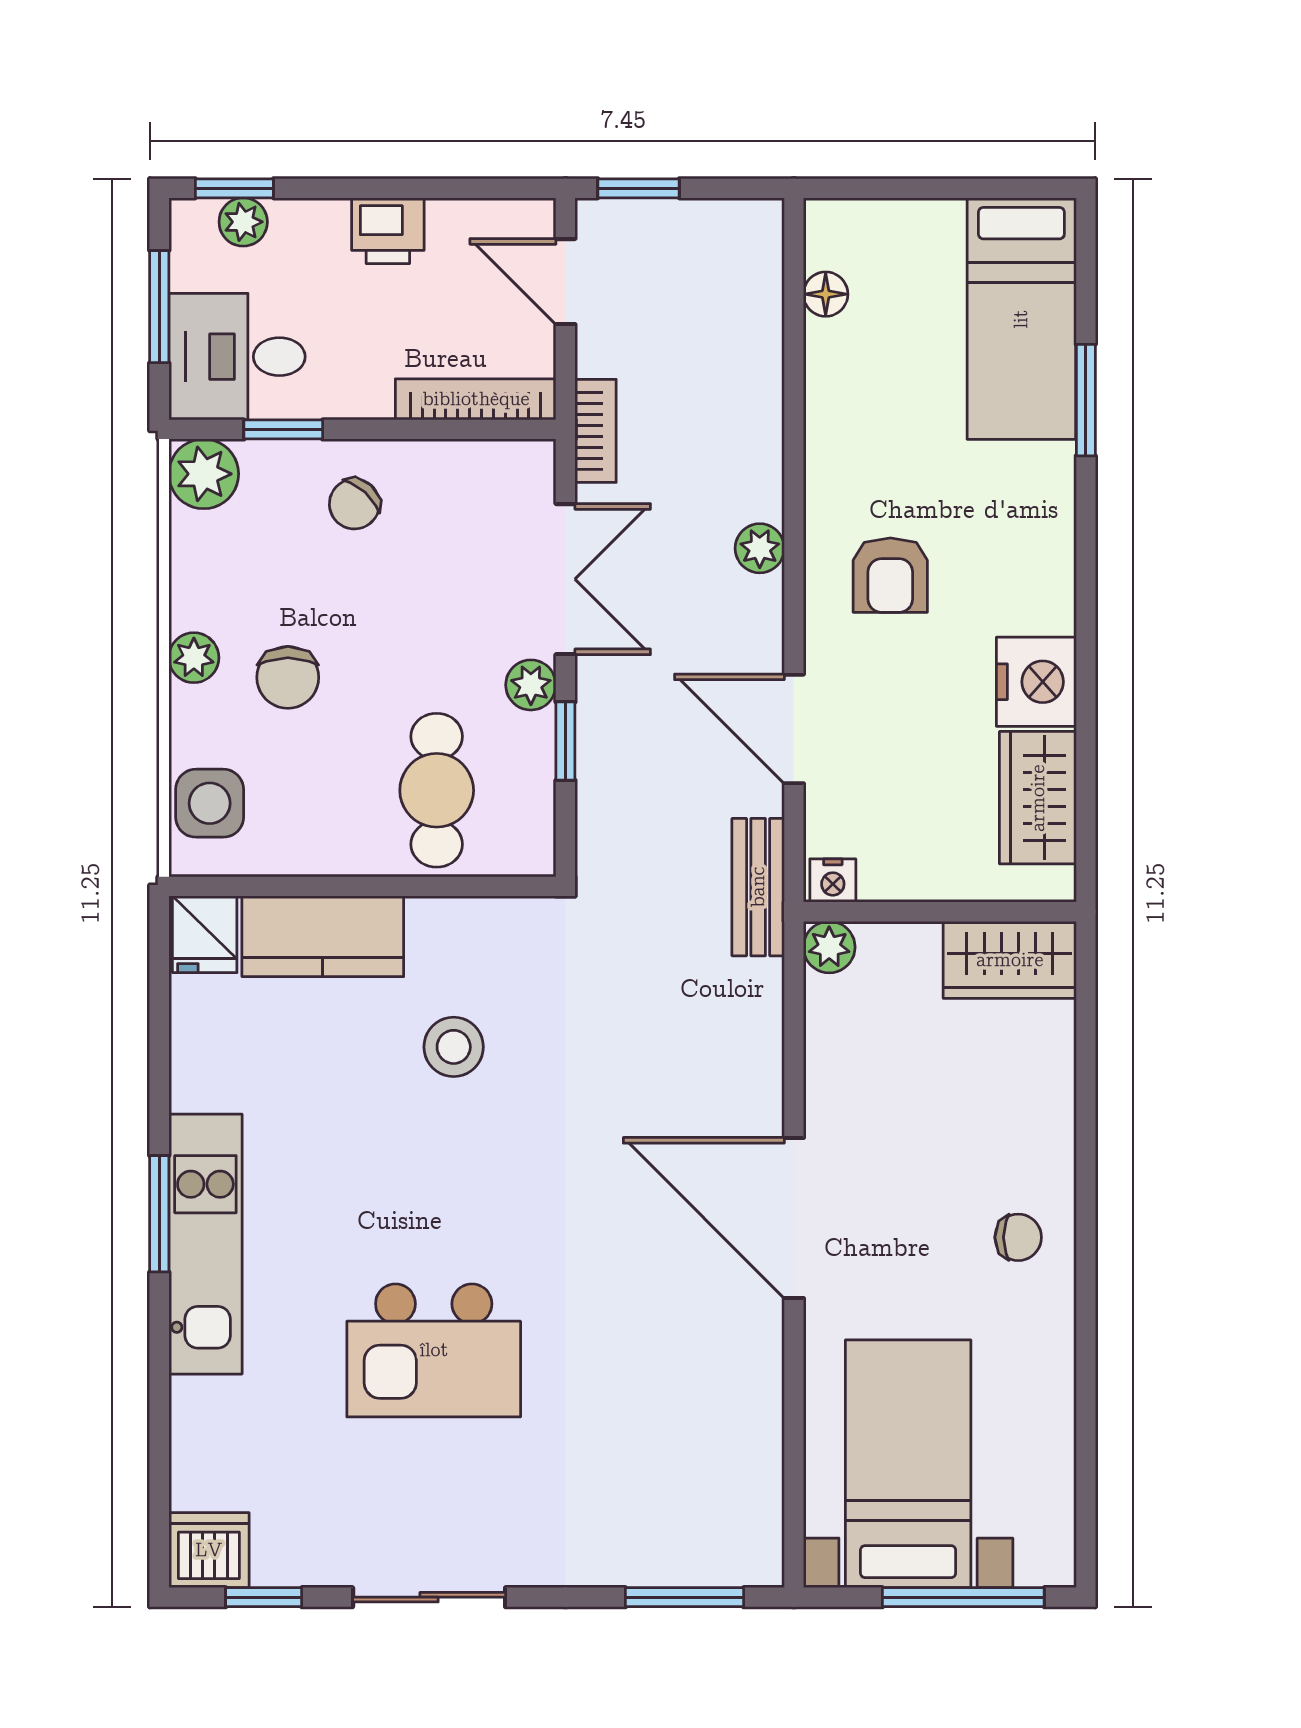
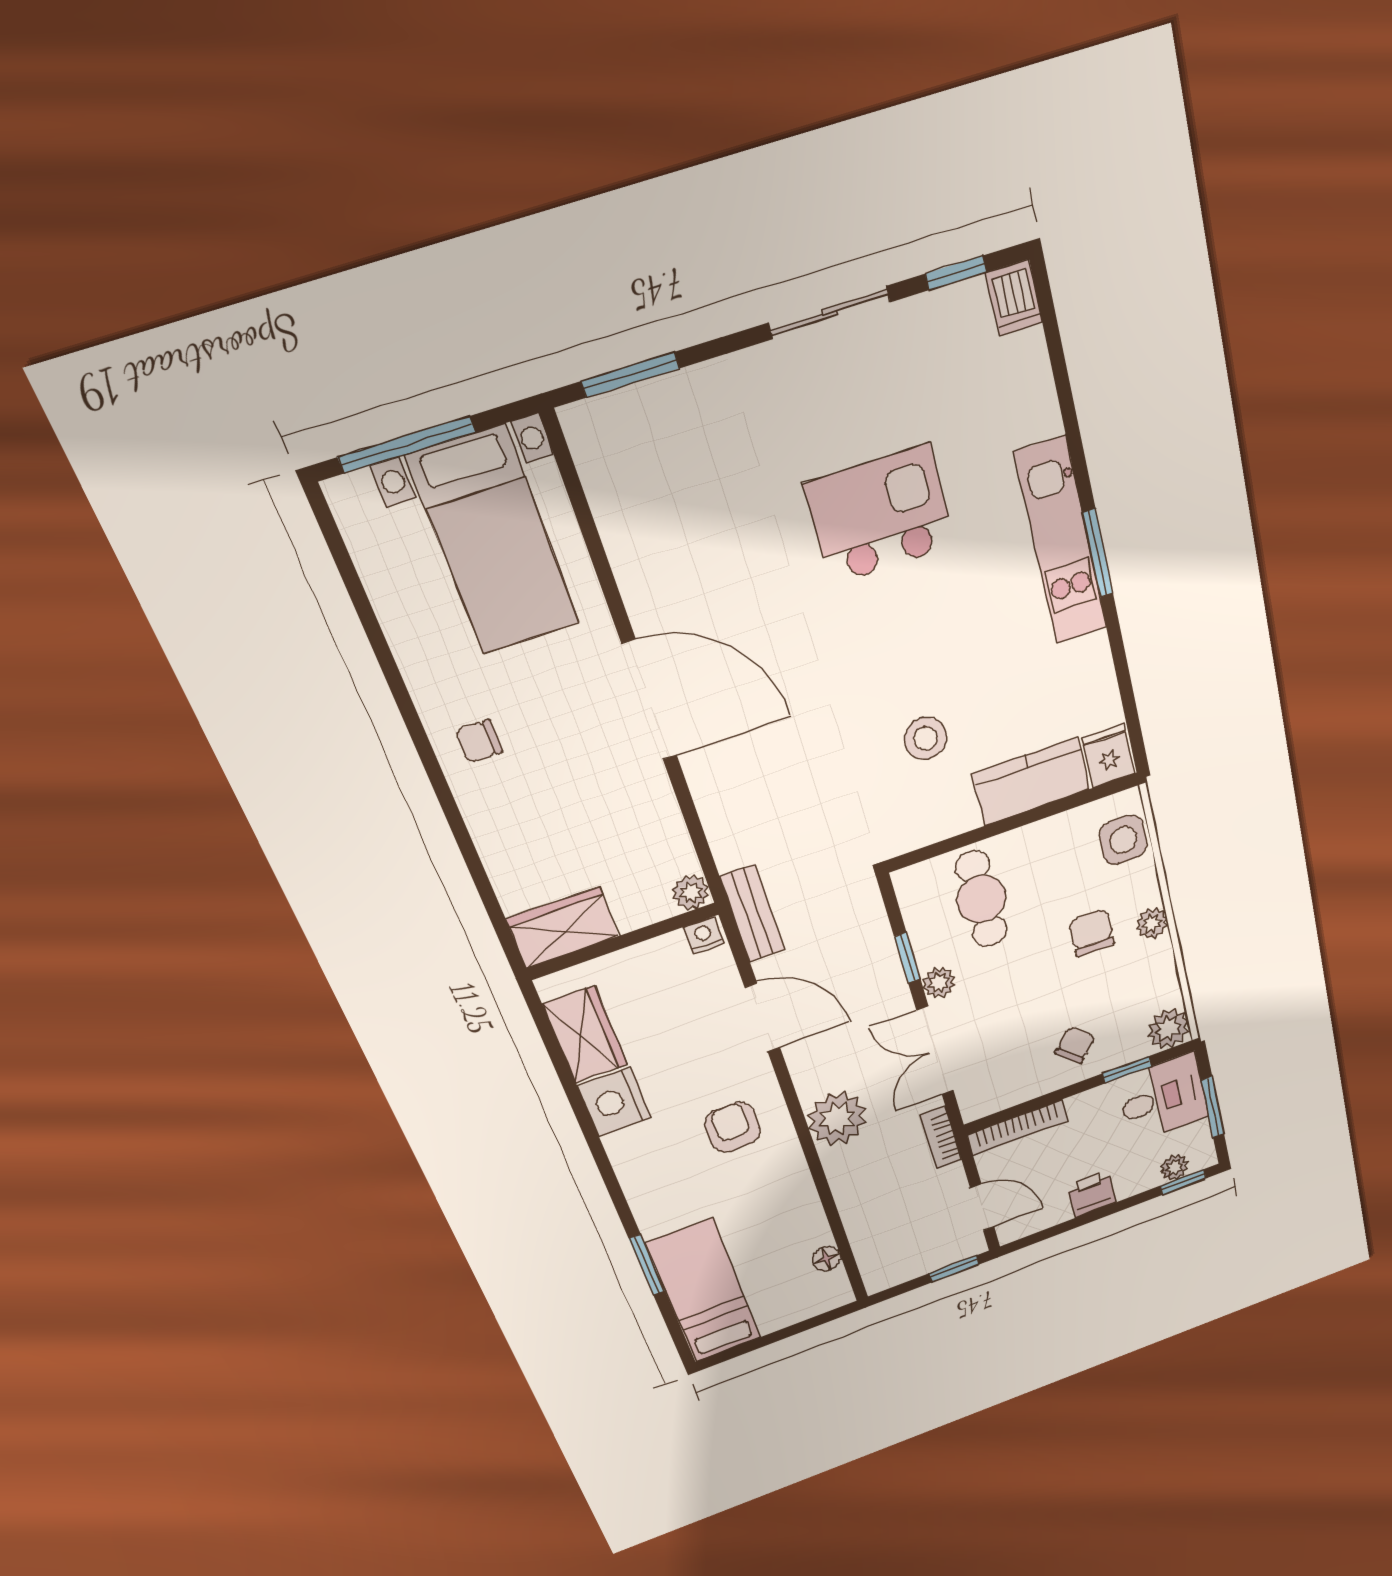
plant: (760, 548) -> (837, 1119), width x1.88, depth x1.88
dishwasher: (209, 1550) -> (1014, 298), width x0.73

